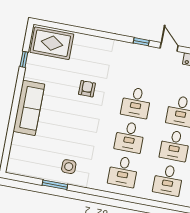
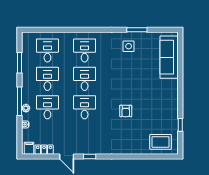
rug: (52, 43) -> (161, 142), width x0.73, depth x0.70
sofa: (29, 108) -> (169, 57), moved

